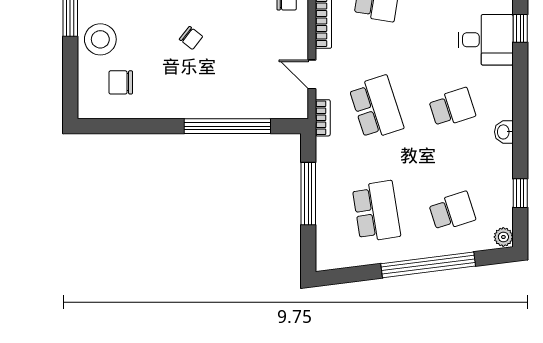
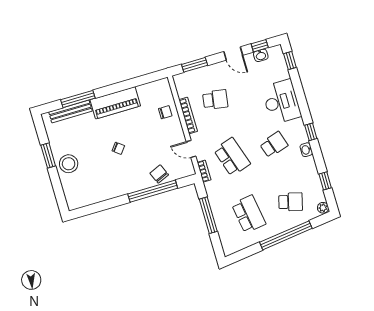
window: (520, 28) -> (311, 132), moved
desk: (486, 40) -> (281, 102), width x1.37
chair: (121, 82) -> (159, 174), moved, turned 67
school desk: (452, 211) -> (291, 202), turned 33

